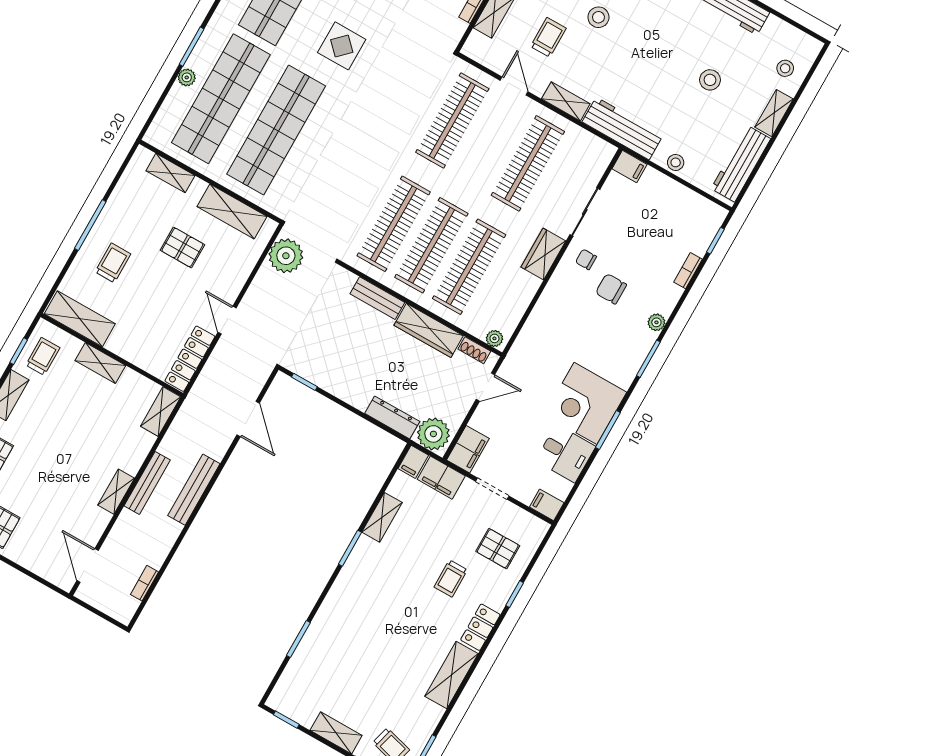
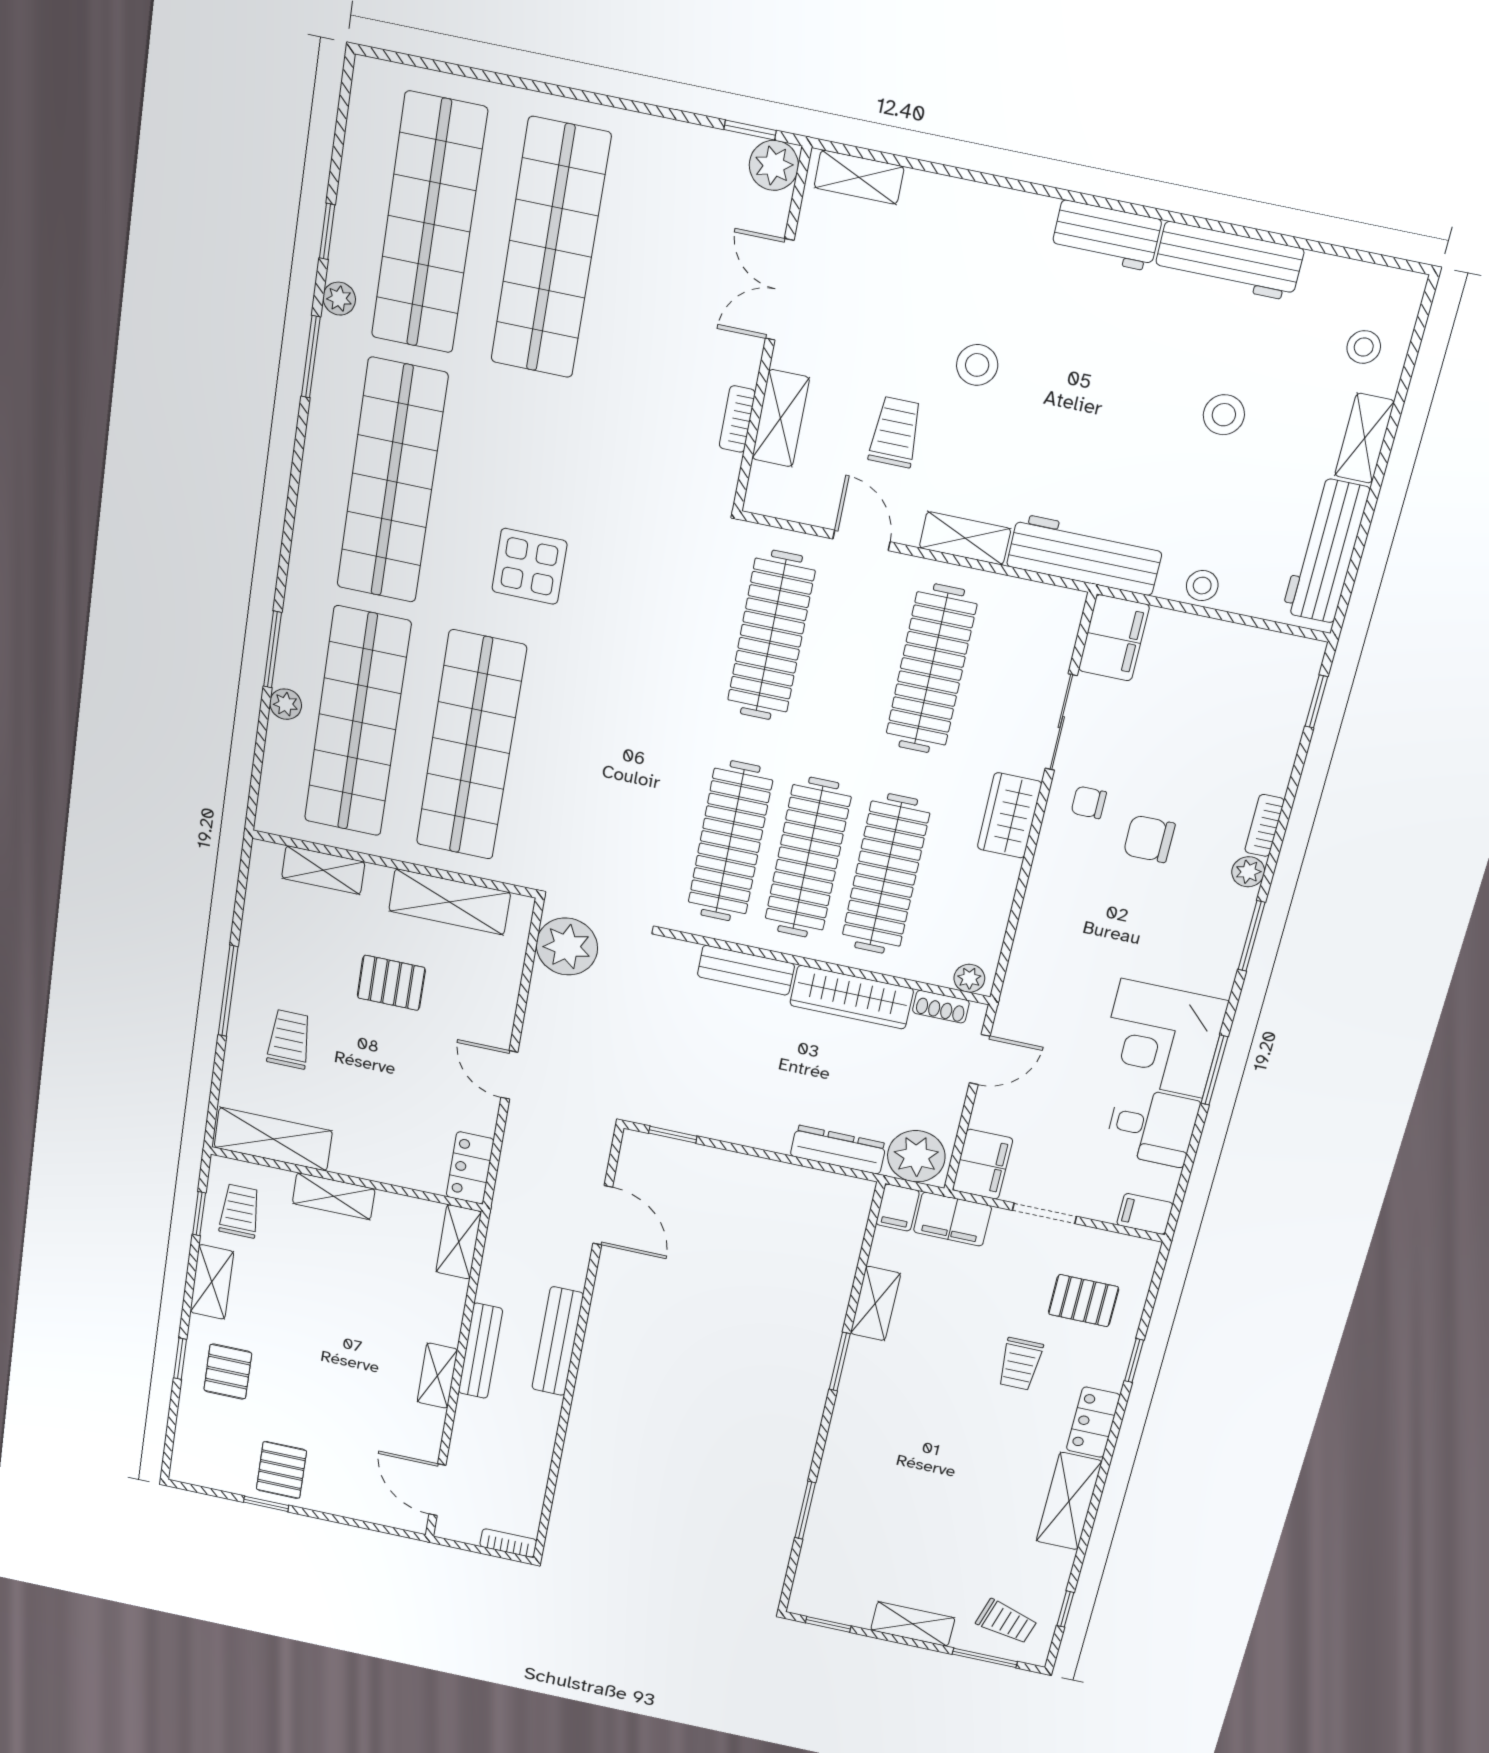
filing cabinet: (630, 167) -> (1114, 638), width x2.00
bookcase: (688, 271) -> (1265, 825), moved
locker: (190, 359) -> (470, 1168), width x0.66
bookcase: (145, 583) -> (508, 1543), moved, turned 90

